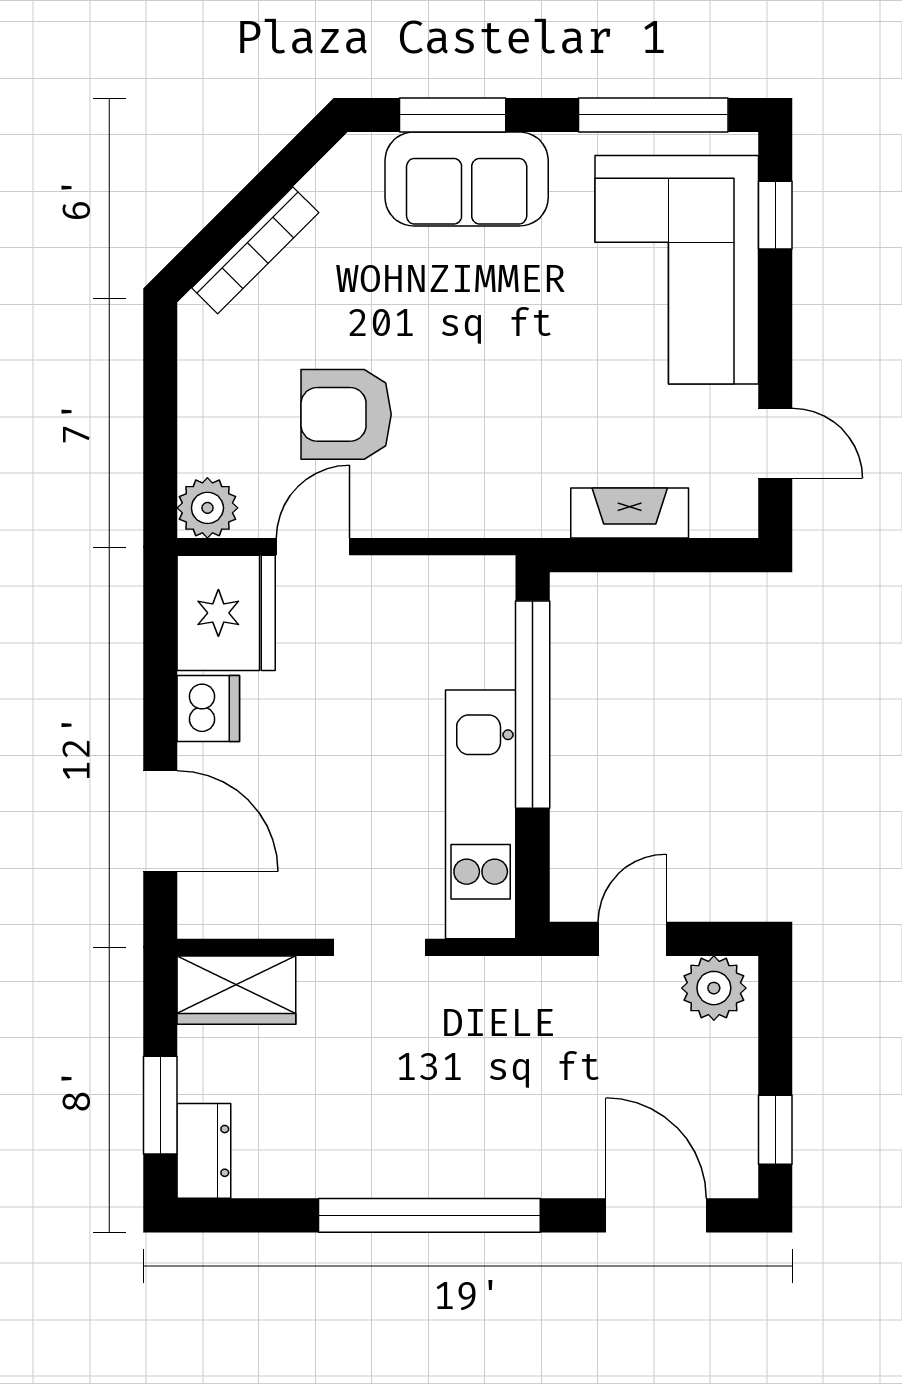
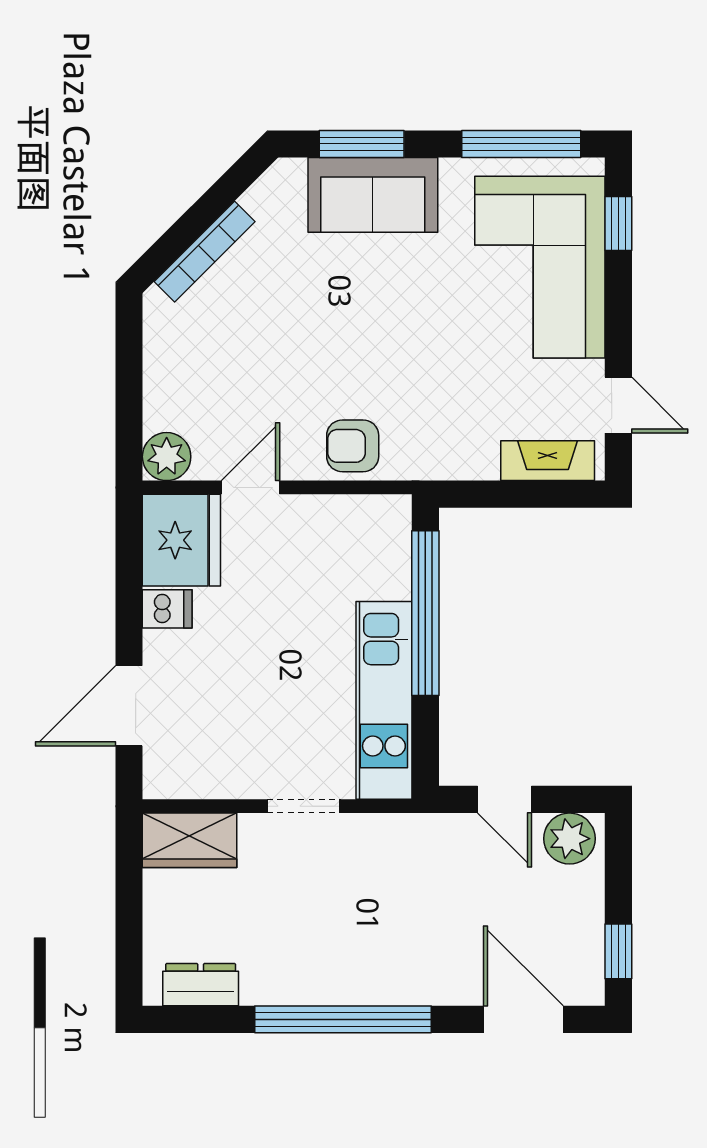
armchair: (346, 414) -> (353, 446), moved, width x0.72, depth x0.72
fireplace: (630, 513) -> (548, 461), moved
dishwasher: (208, 708) -> (167, 609), width x0.73
door: (160, 821) -> (129, 706), swing flipped
door: (632, 939) -> (505, 799), swing flipped
window: (160, 1105) -> (129, 932), removed
dresser: (204, 1151) -> (201, 985), moved, turned -90

